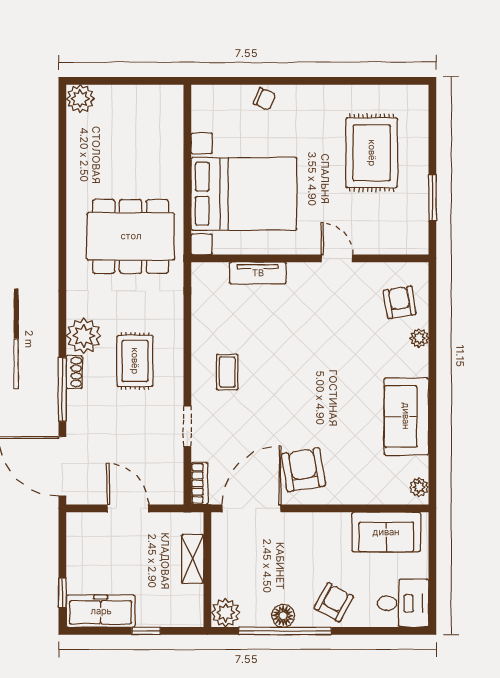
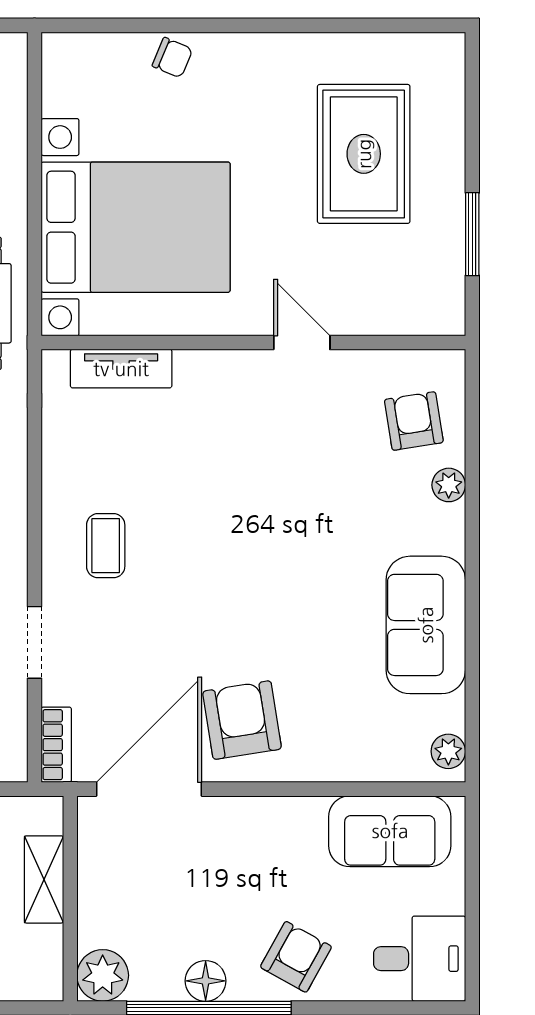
tv unit: (258, 273) -> (121, 369), moved

